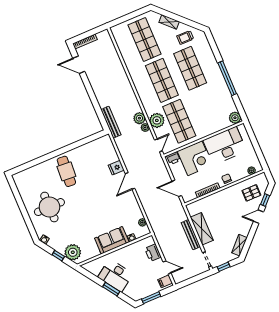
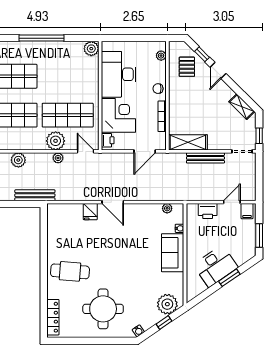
plant: (139, 118) -> (18, 160), moved
locker: (28, 173) -> (53, 317), added
shelving: (202, 229) -> (188, 142), moved

